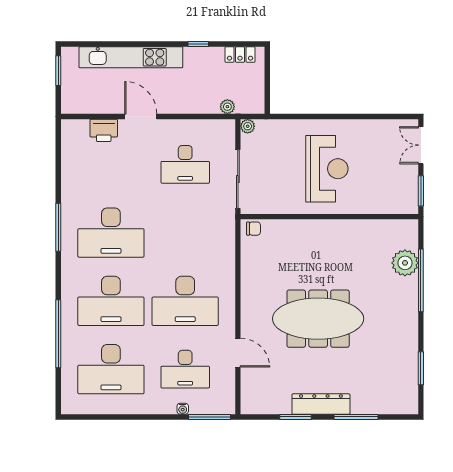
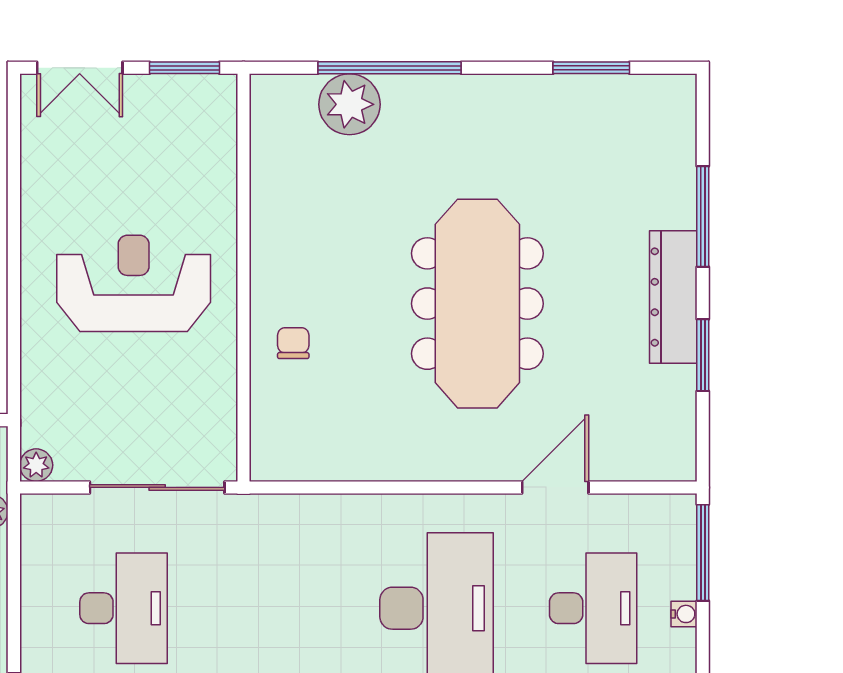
chair: (253, 229) -> (293, 343), moved

